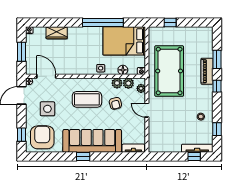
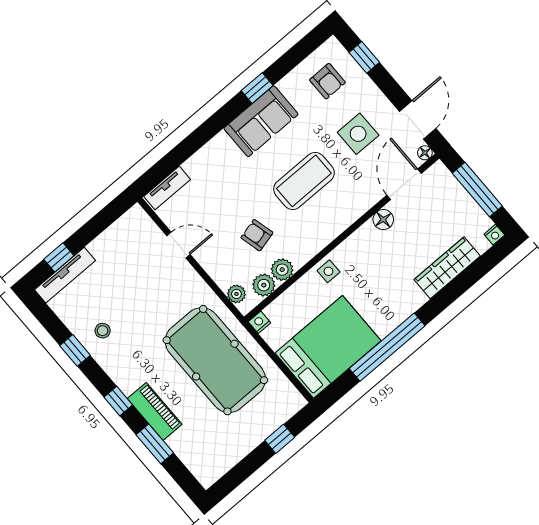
wardrobe: (57, 33) -> (447, 268), width x1.50
window: (22, 52) -> (477, 190), width x1.44
floor lamp: (123, 70) -> (383, 220), moved
door: (46, 76) -> (404, 184), swing flipped
coffee table: (87, 99) -> (304, 181), moved
door: (147, 110) -> (179, 245), moved
window: (217, 129) -> (75, 350), moved
armchair: (42, 137) -> (327, 81), width x0.53, depth x0.53
sofa: (92, 141) -> (261, 121), width x0.54, depth x0.79
window: (83, 157) -> (257, 88), moved

